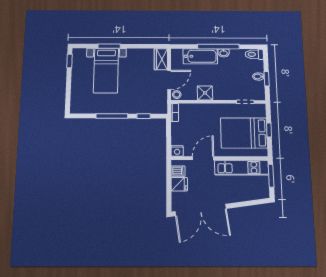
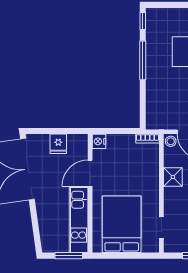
window: (144, 116) -> (143, 21), moved
window: (269, 130) -> (125, 256), removed
door: (203, 158) -> (90, 173), swing flipped
dishwasher: (178, 171) -> (74, 142), removed

